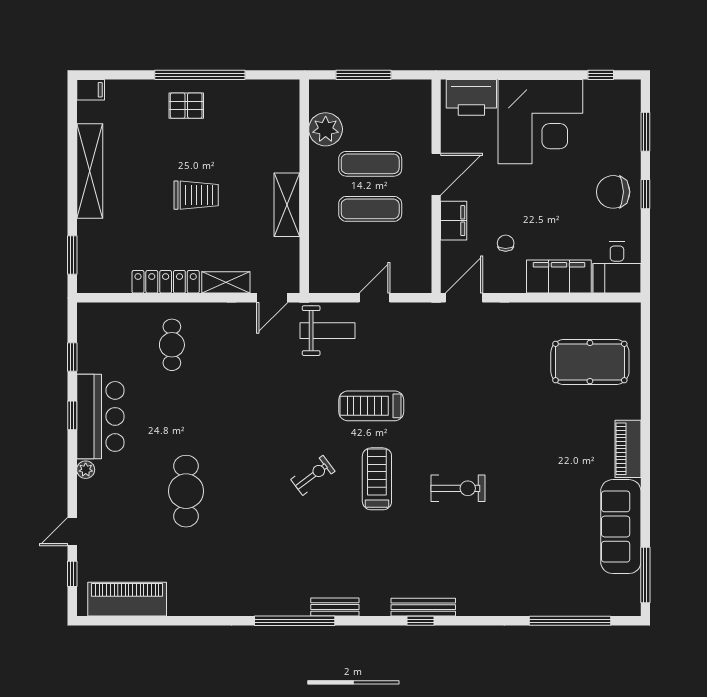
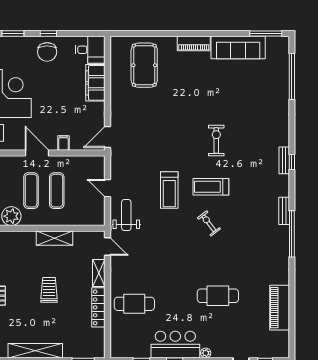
filing cabinet: (454, 221) -> (63, 143), width x0.50
chair: (506, 243) -> (76, 113), removed
door: (464, 298) -> (108, 137), hinge flipped
cafe table: (172, 345) -> (134, 304), width x1.37, depth x1.35
piano: (127, 599) -> (280, 308), moved
bench: (423, 607) -> (284, 160), width x0.73

